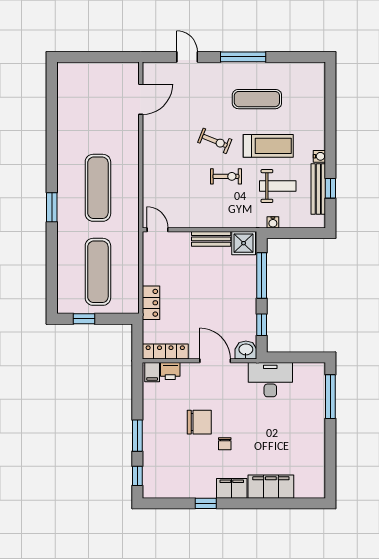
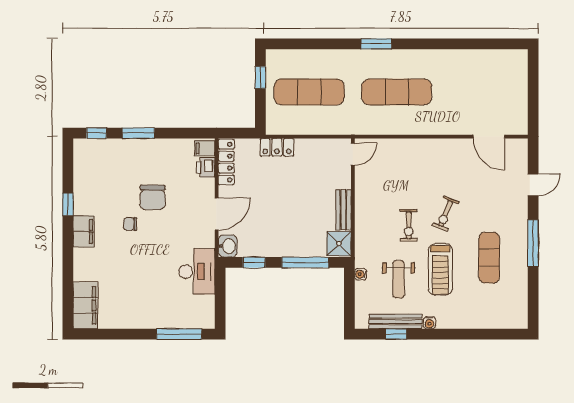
filing cabinet: (271, 487) -> (85, 305), moved

